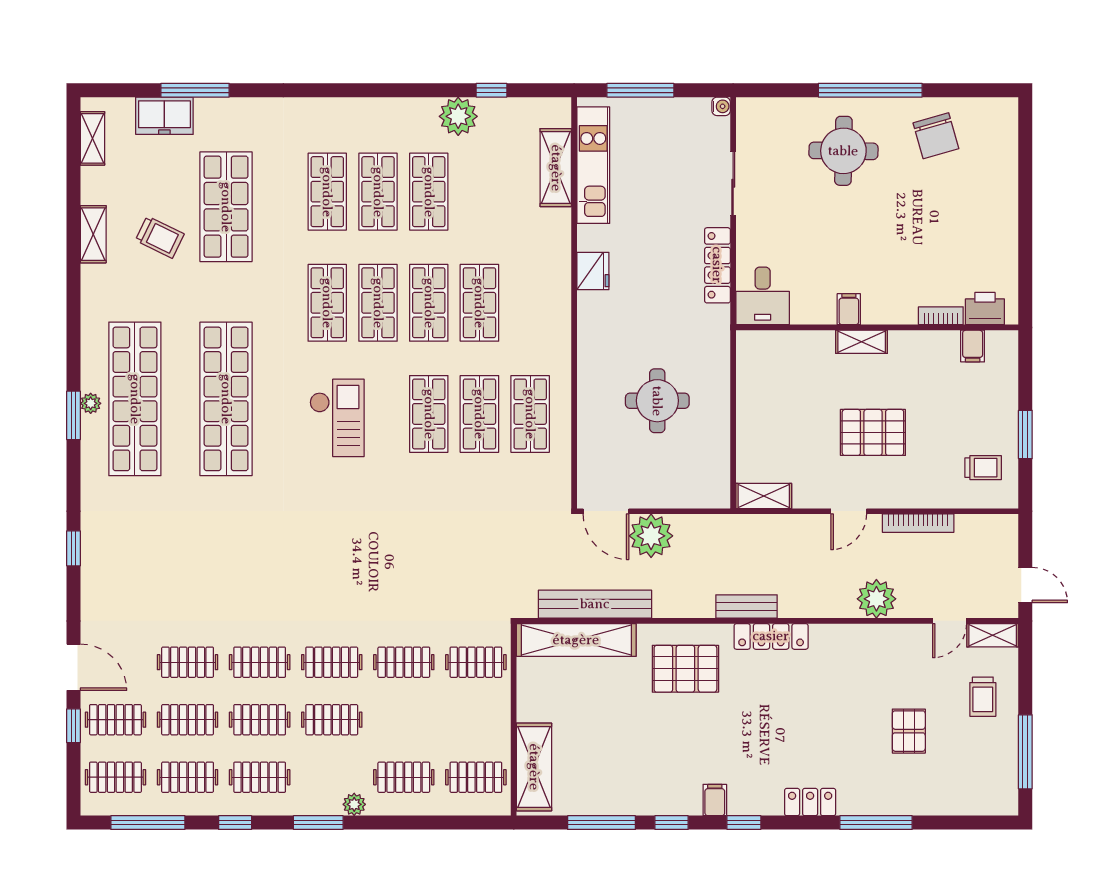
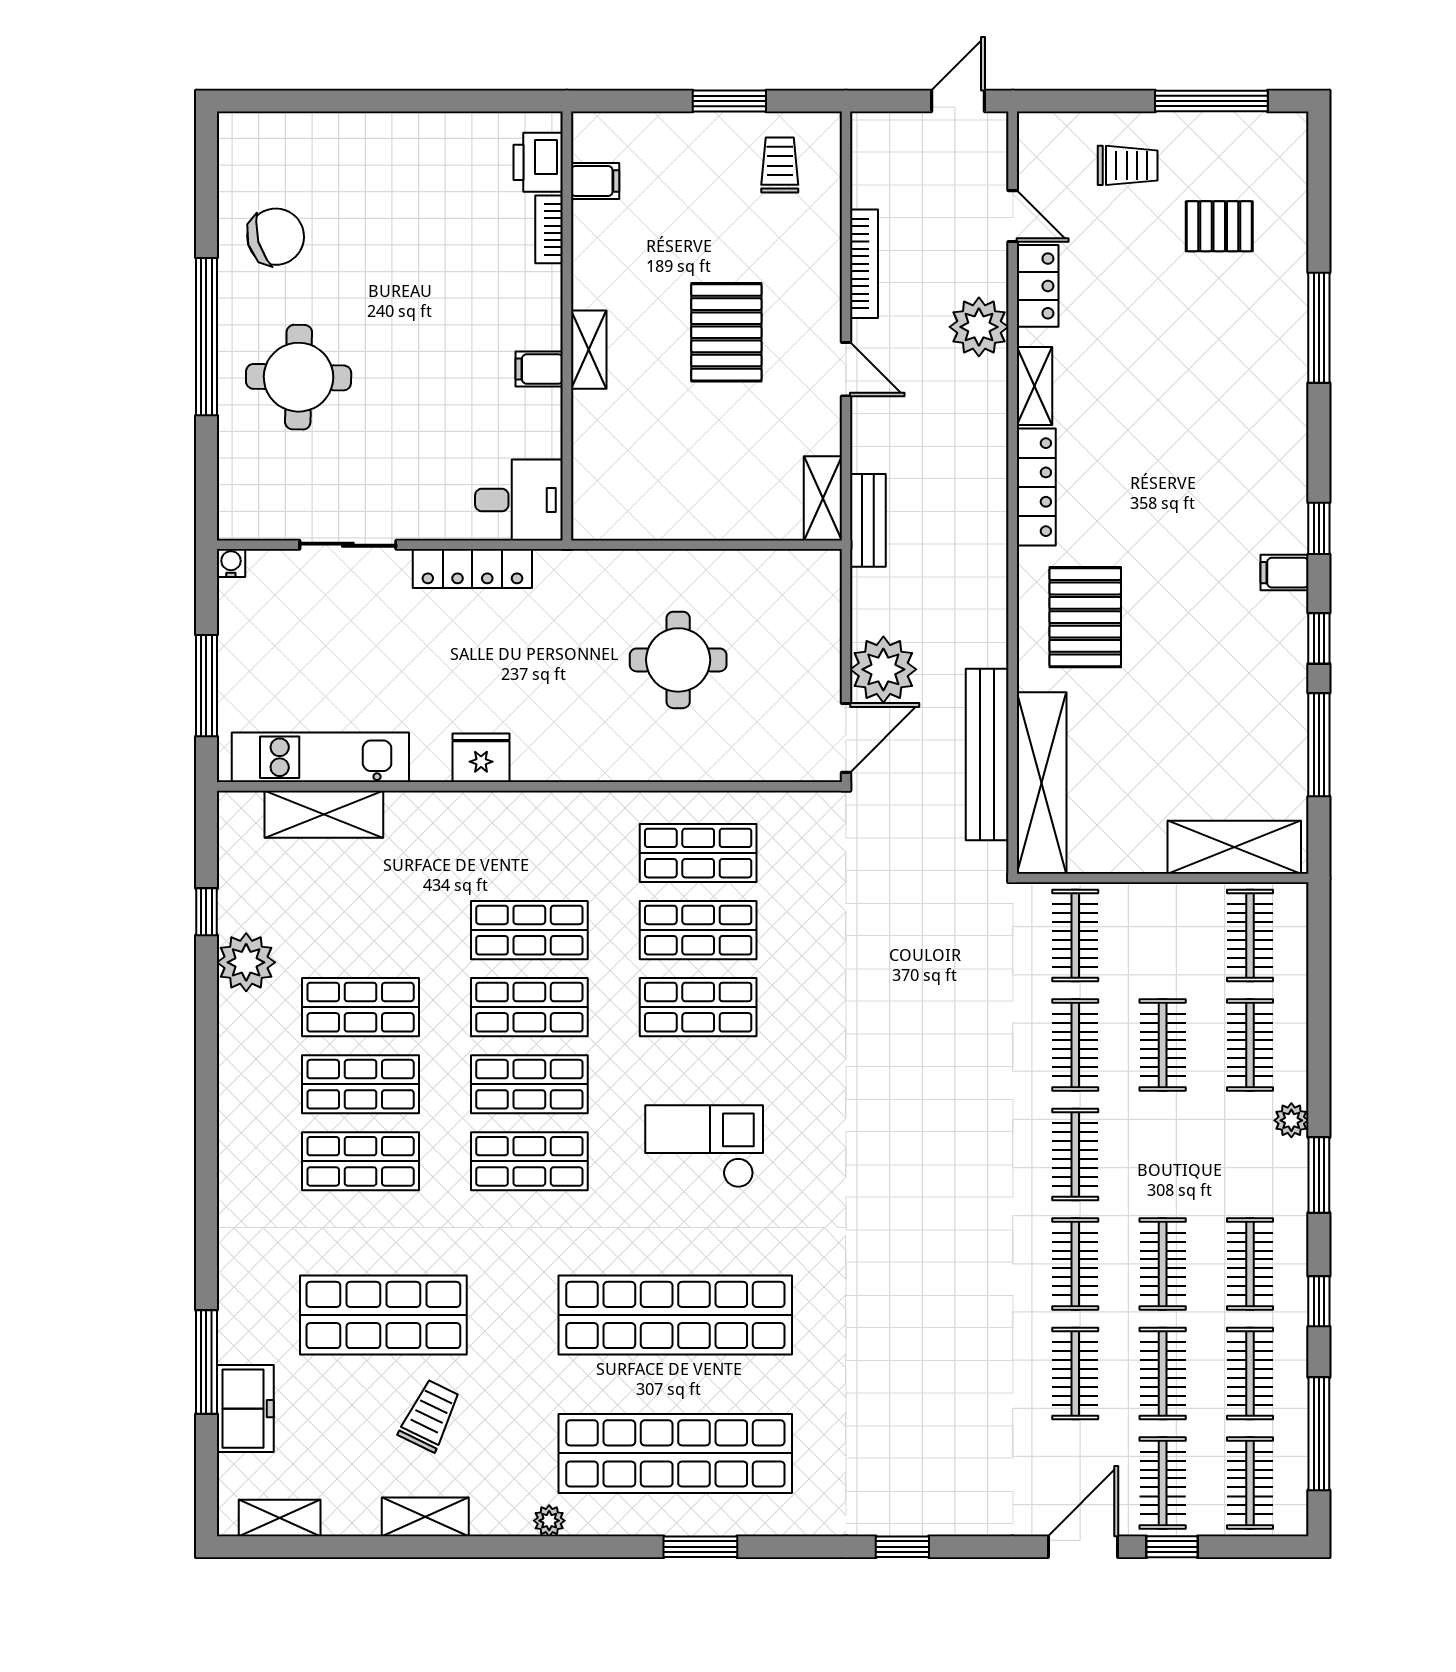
plant: (91, 403) -> (549, 1521), moved
bench: (746, 607) -> (868, 520), moved
shelving: (993, 635) -> (1034, 386), moved
clothes rail: (332, 720) -> (1163, 1045), moved
pallet: (909, 731) -> (1219, 226), moved
locker: (810, 802) -> (1038, 286), moved, turned 180

